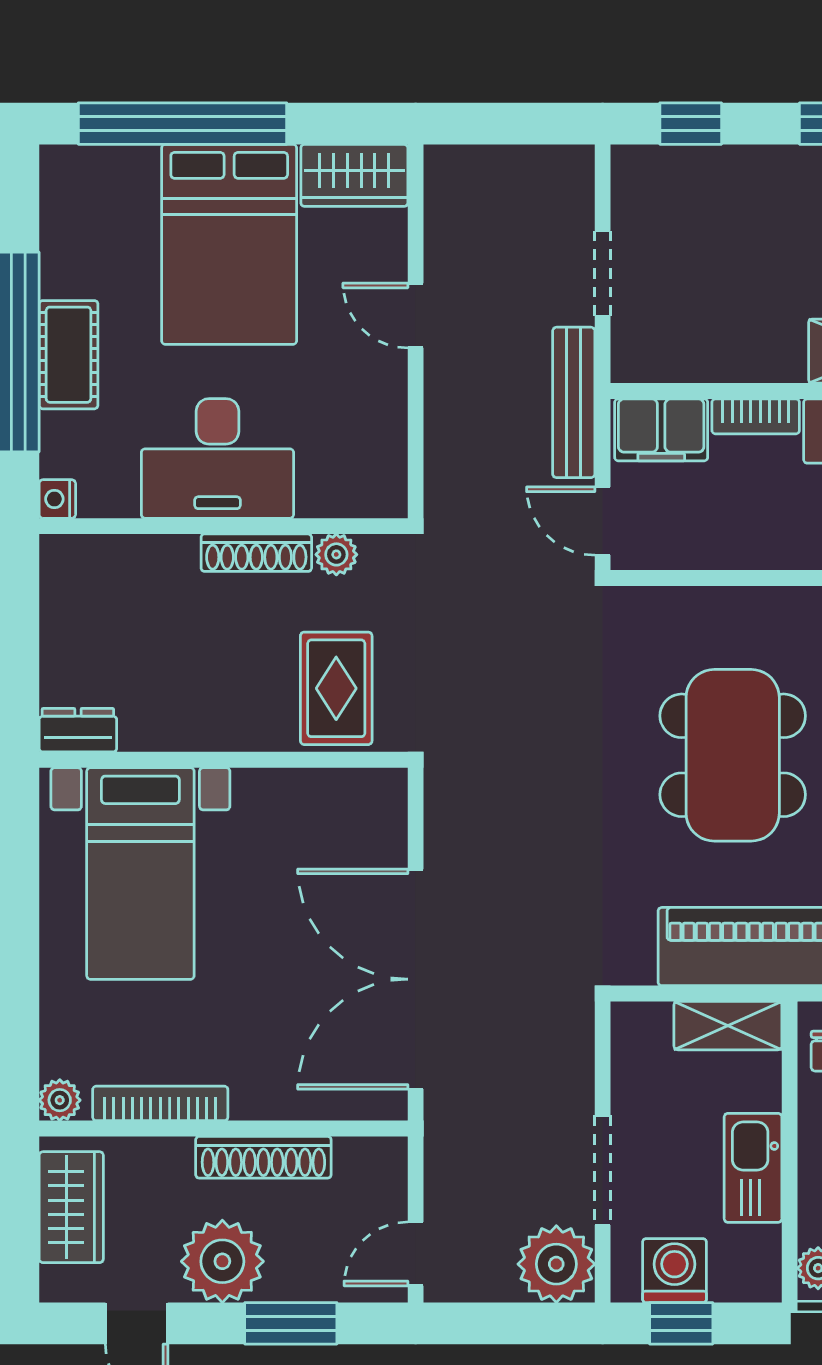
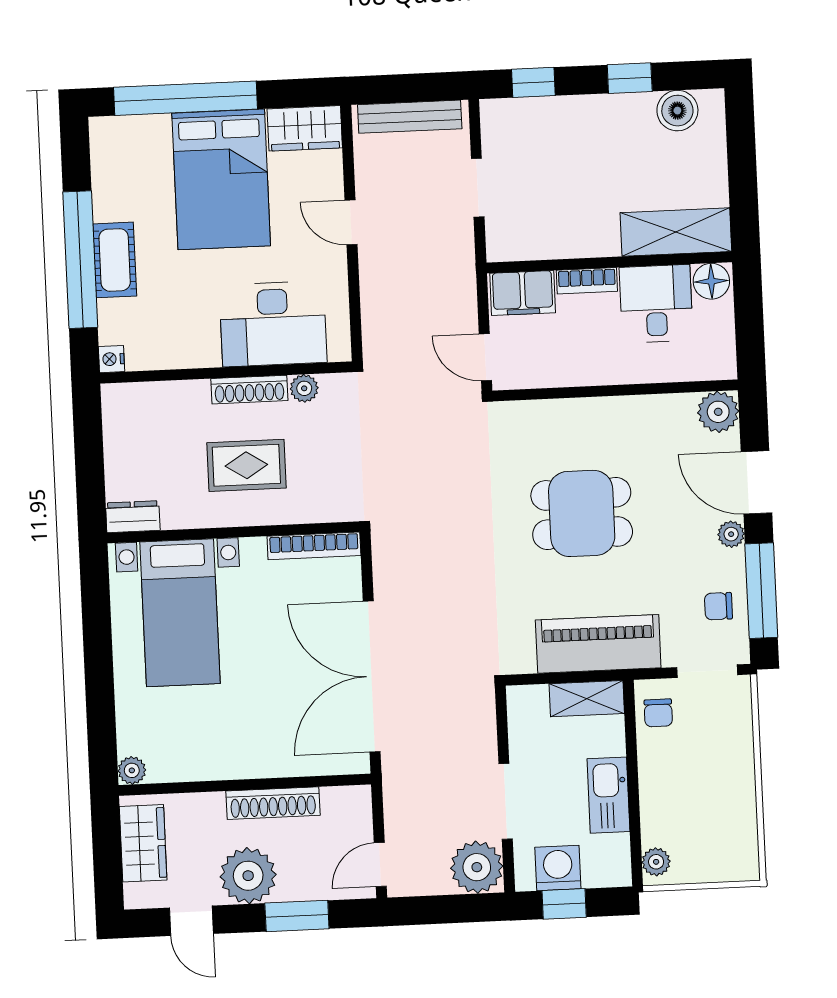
bench: (574, 402) -> (410, 117), moved, turned 90
desk: (217, 458) -> (273, 324), moved
rug: (336, 688) -> (246, 465), moved, turned 90
dining table: (733, 755) -> (582, 513), width x0.73
bookcase: (160, 1103) -> (314, 546), moved, turned 180

